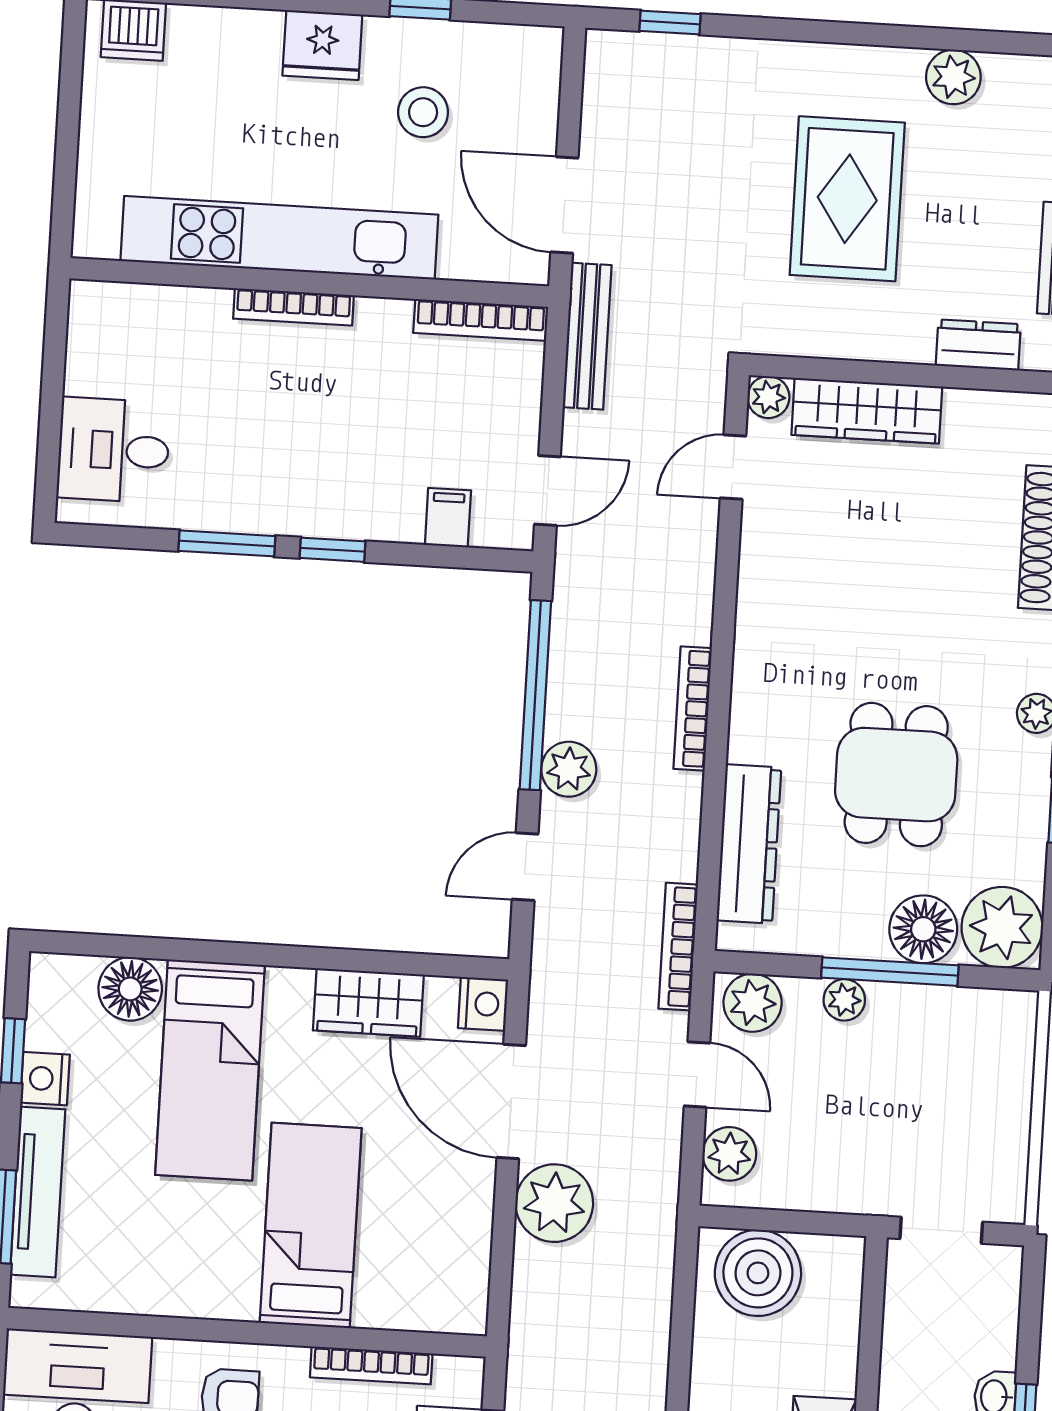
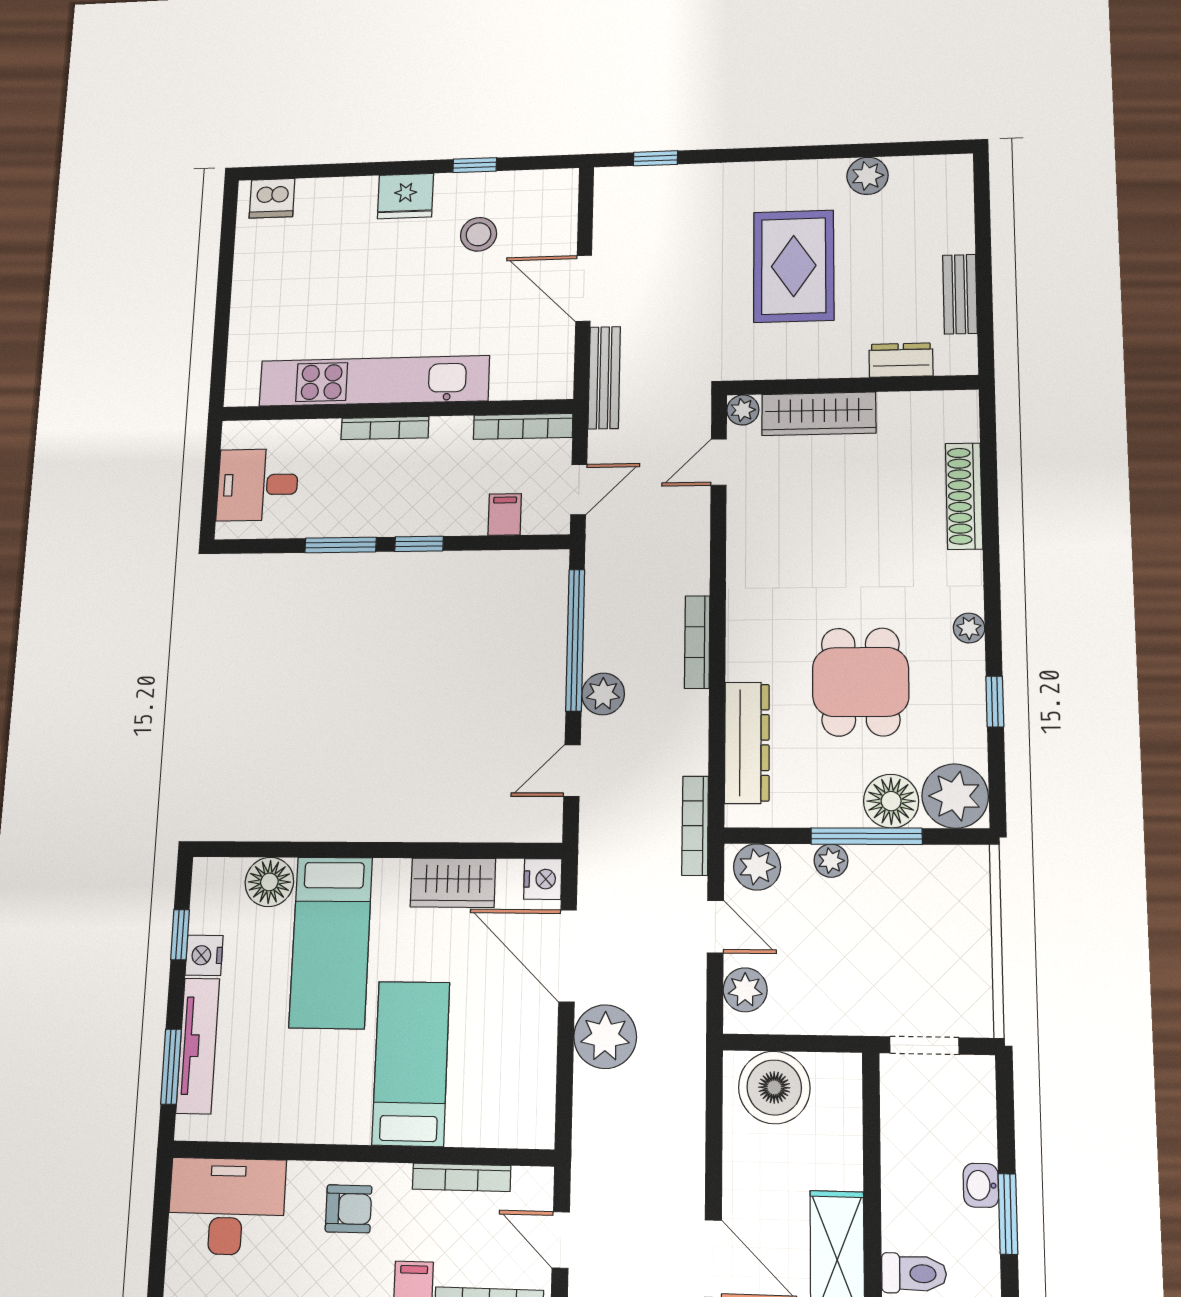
kitchen unit: (279, 238) -> (374, 381), moved
wall: (309, 282) -> (396, 410), moved
bookcase: (293, 307) -> (385, 428), moved
bookcase: (481, 320) -> (523, 426), moved

